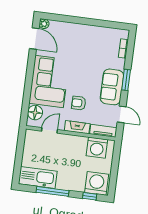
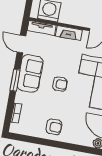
armchair: (87, 37) -> (54, 127), added
armchair: (79, 103) -> (60, 84), moved

